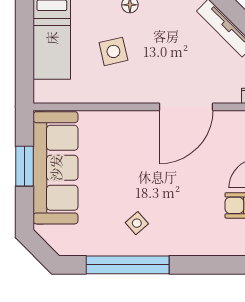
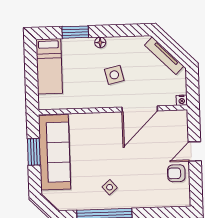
side table: (113, 51) -> (114, 75), moved

